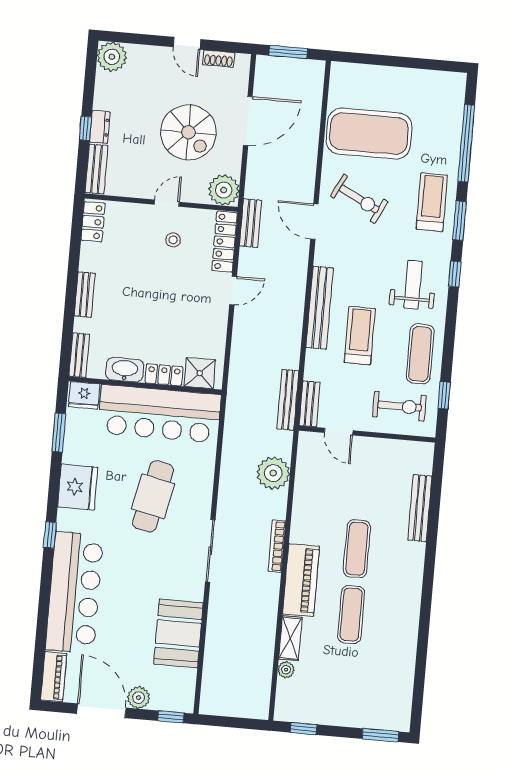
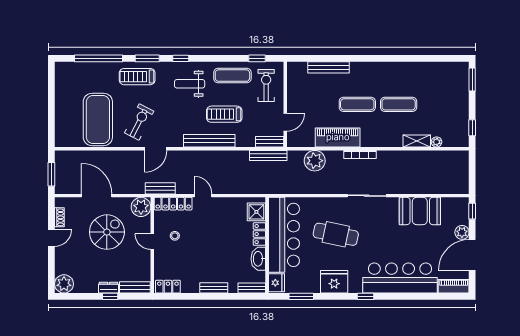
piano: (301, 580) -> (338, 137), moved

